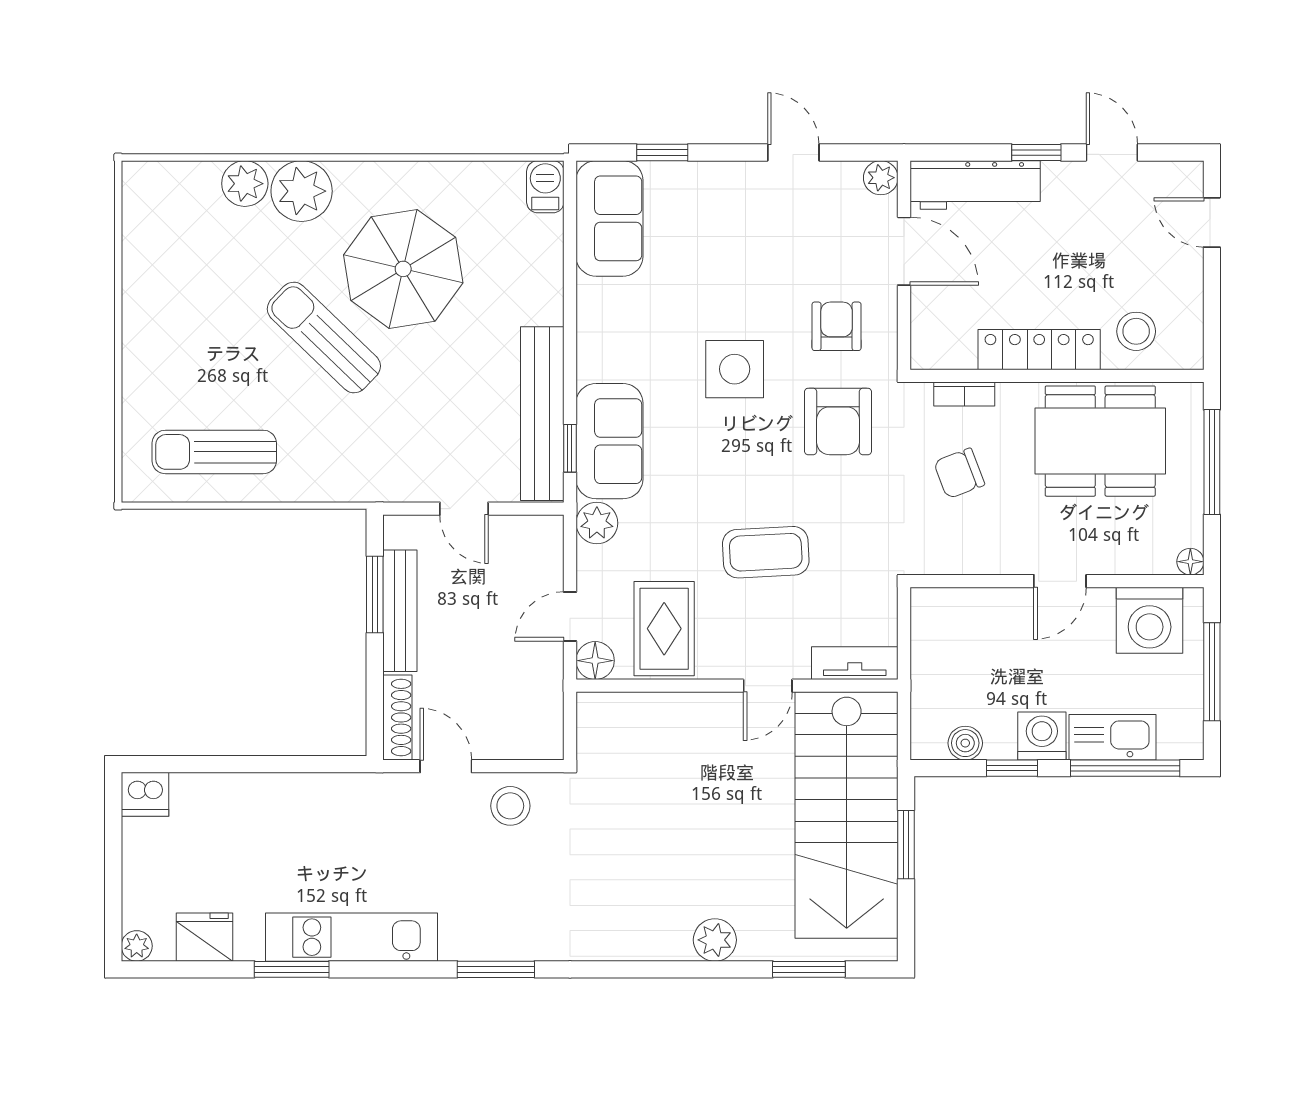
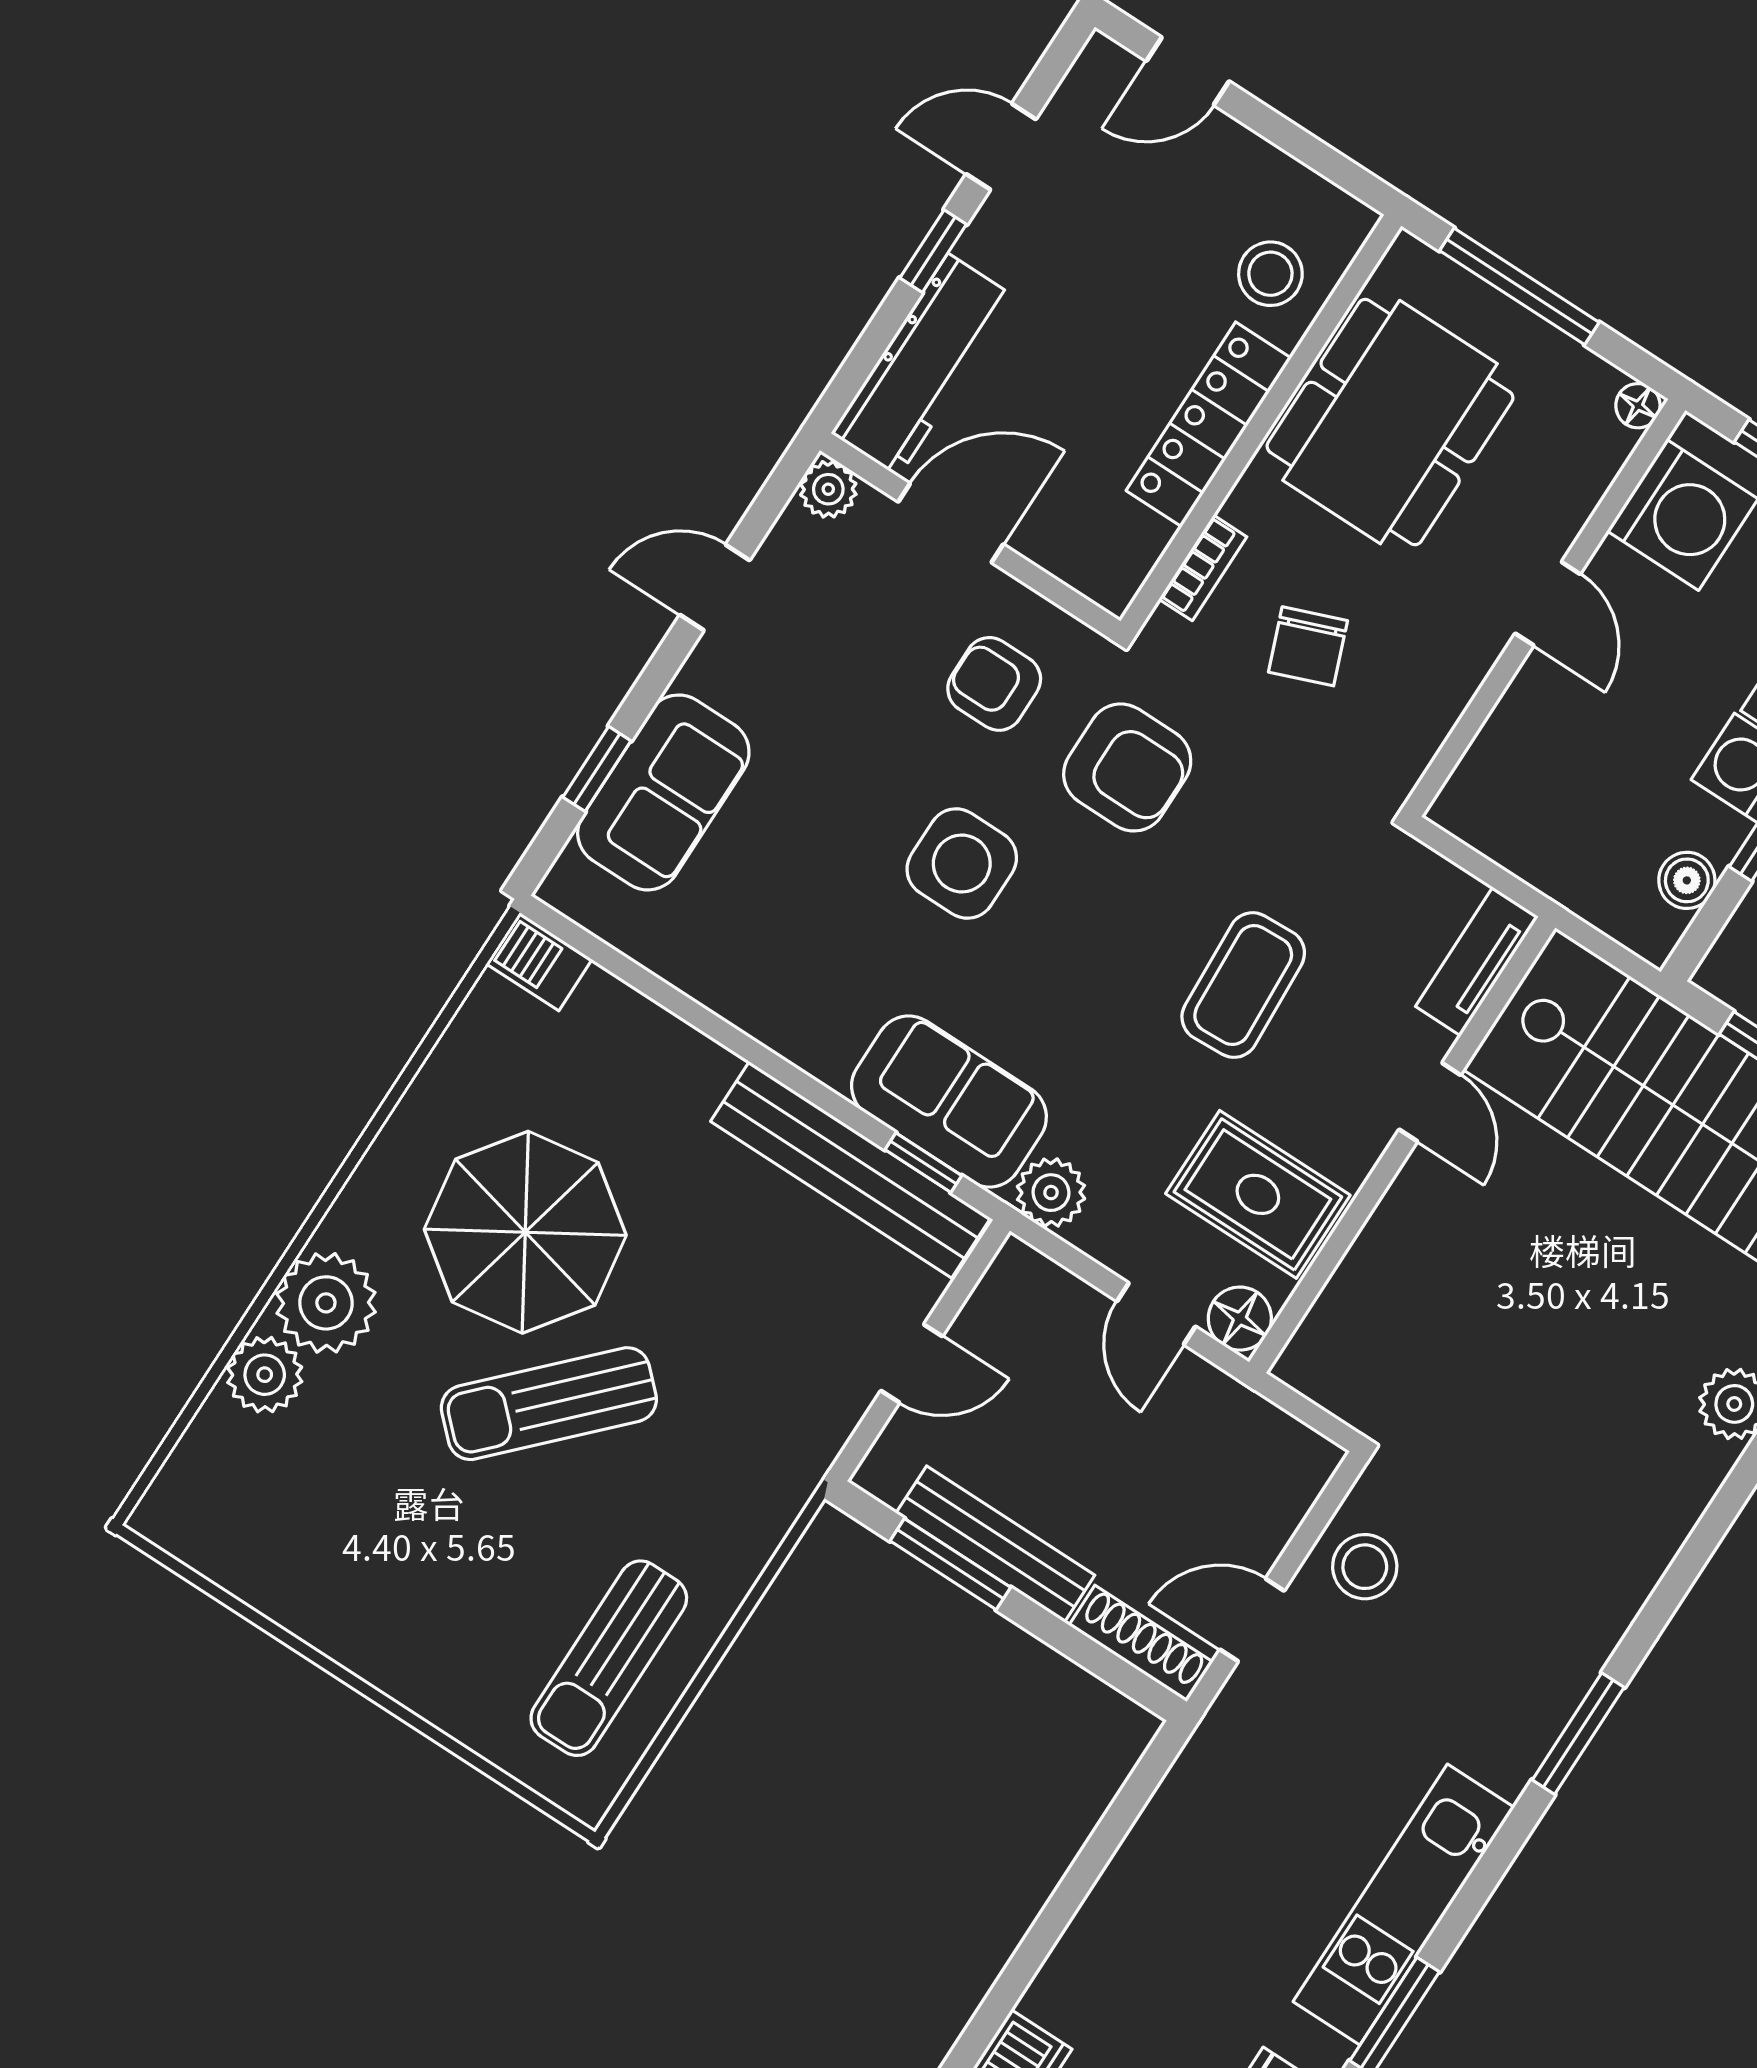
sofa: (609, 218) -> (663, 792), moved, turned 90

